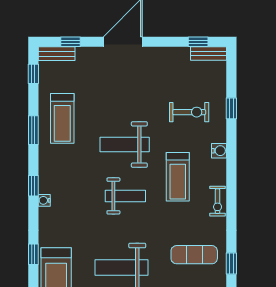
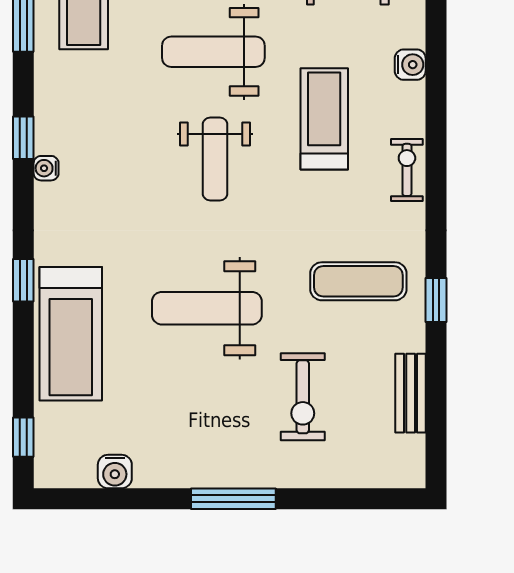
treadmill: (178, 177) -> (324, 119), turned 180
weight bench: (125, 196) -> (215, 159), turned 90
exercise bike: (218, 201) -> (407, 170), turned 180

